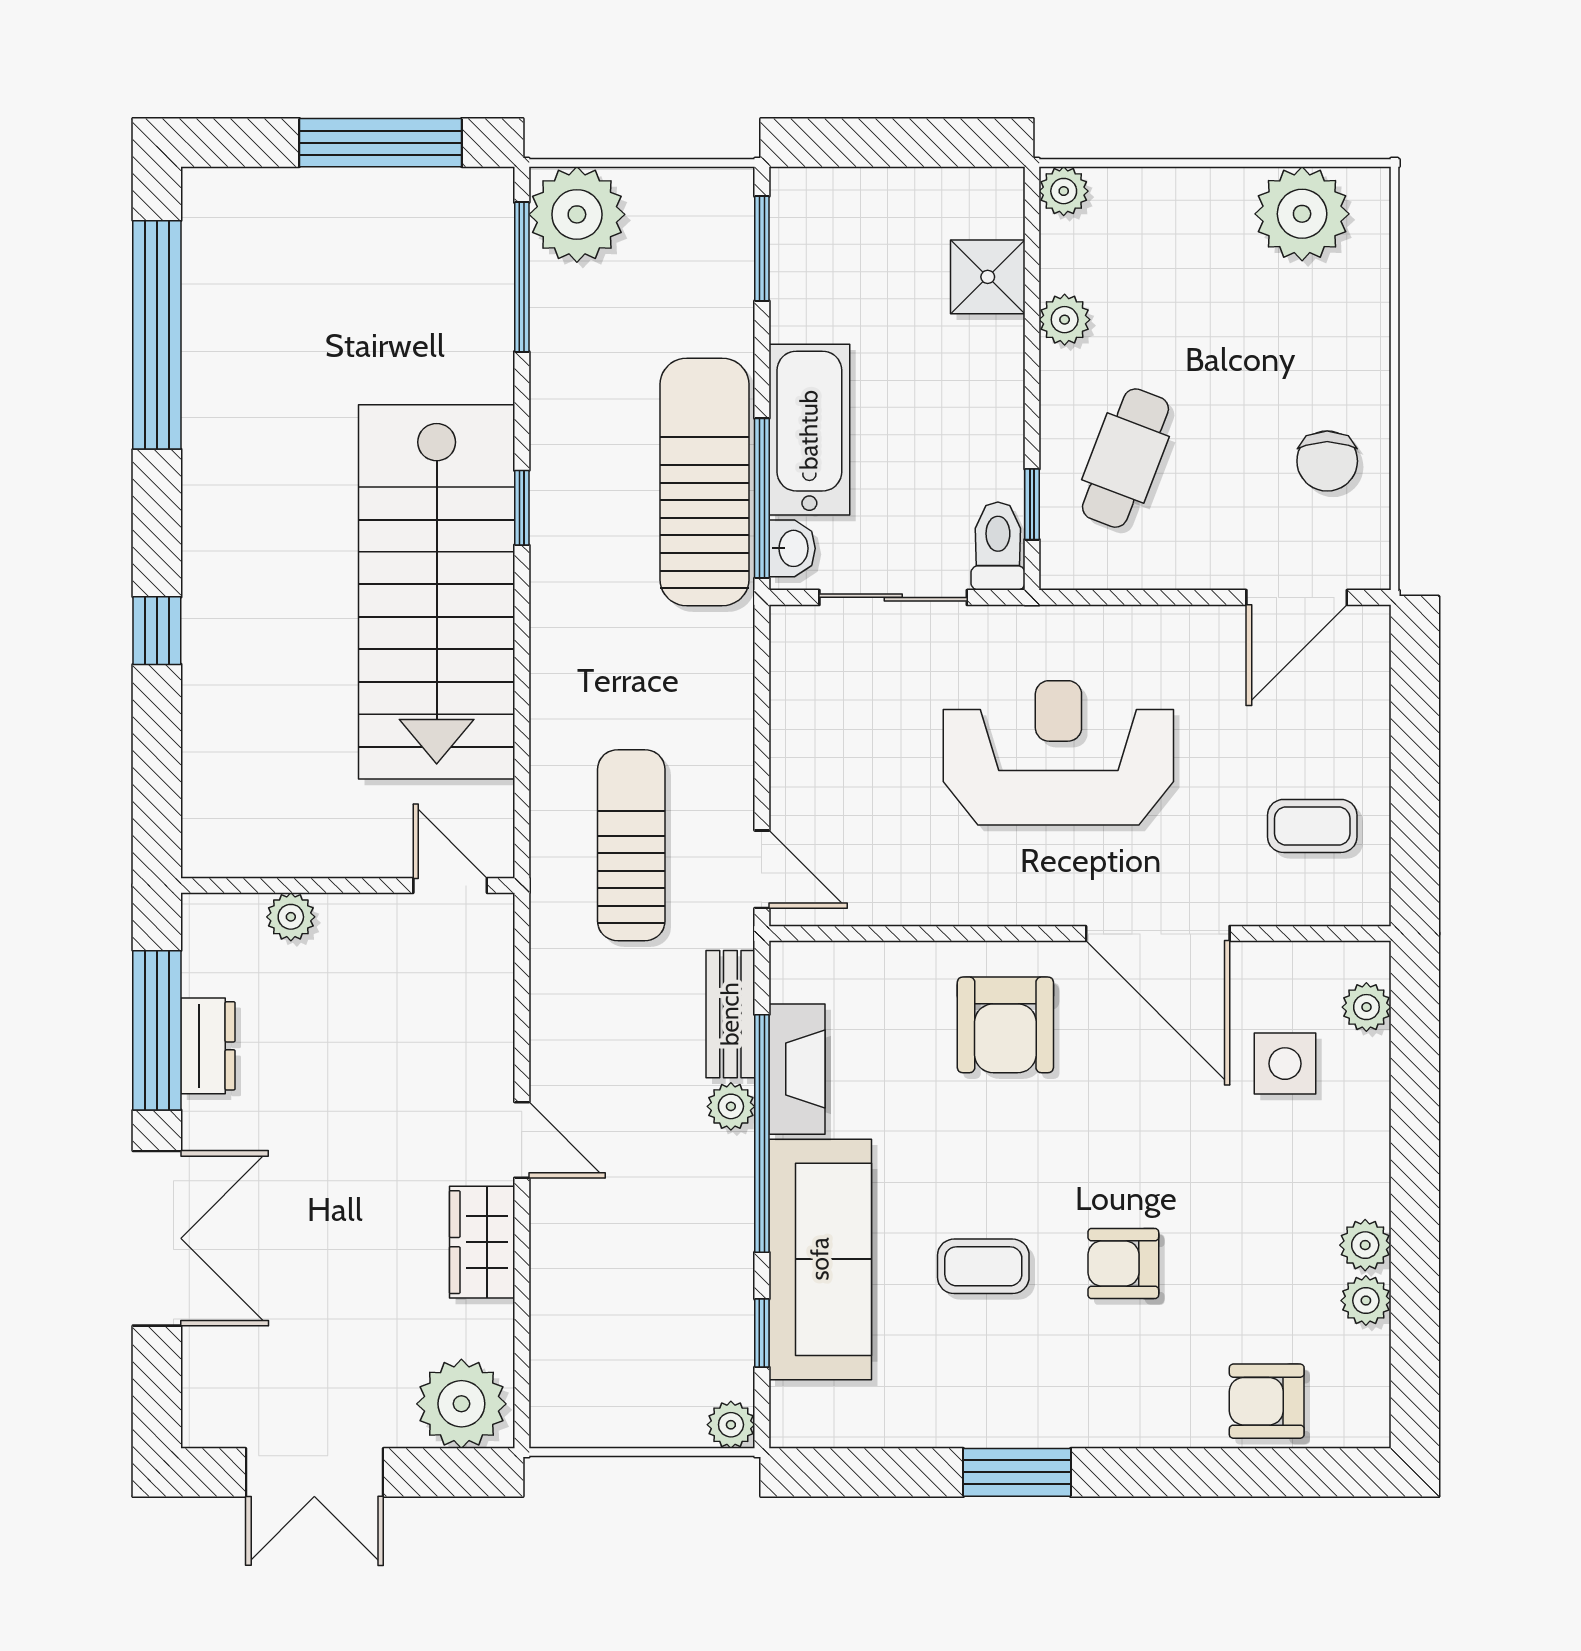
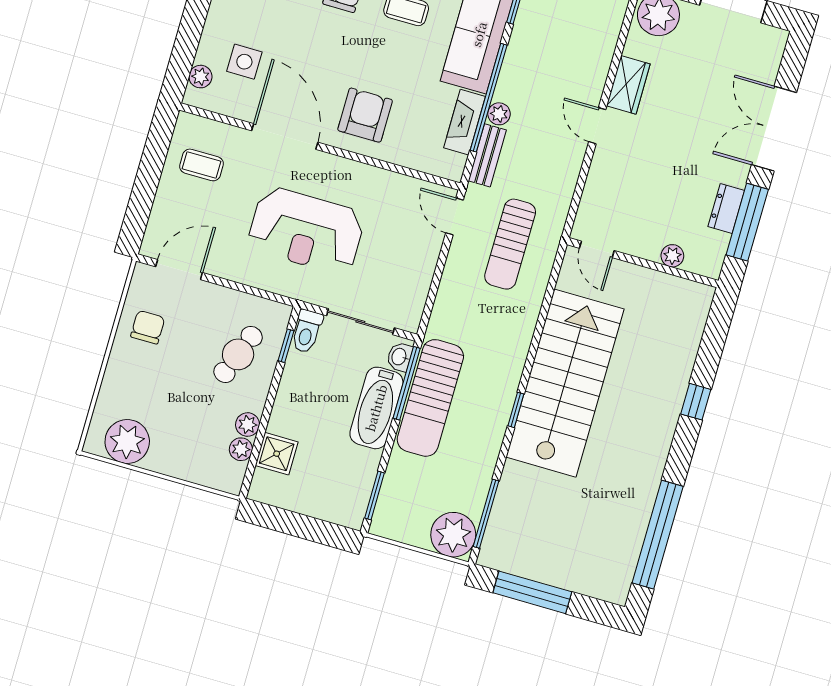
plant: (1064, 191) -> (241, 449), moved

